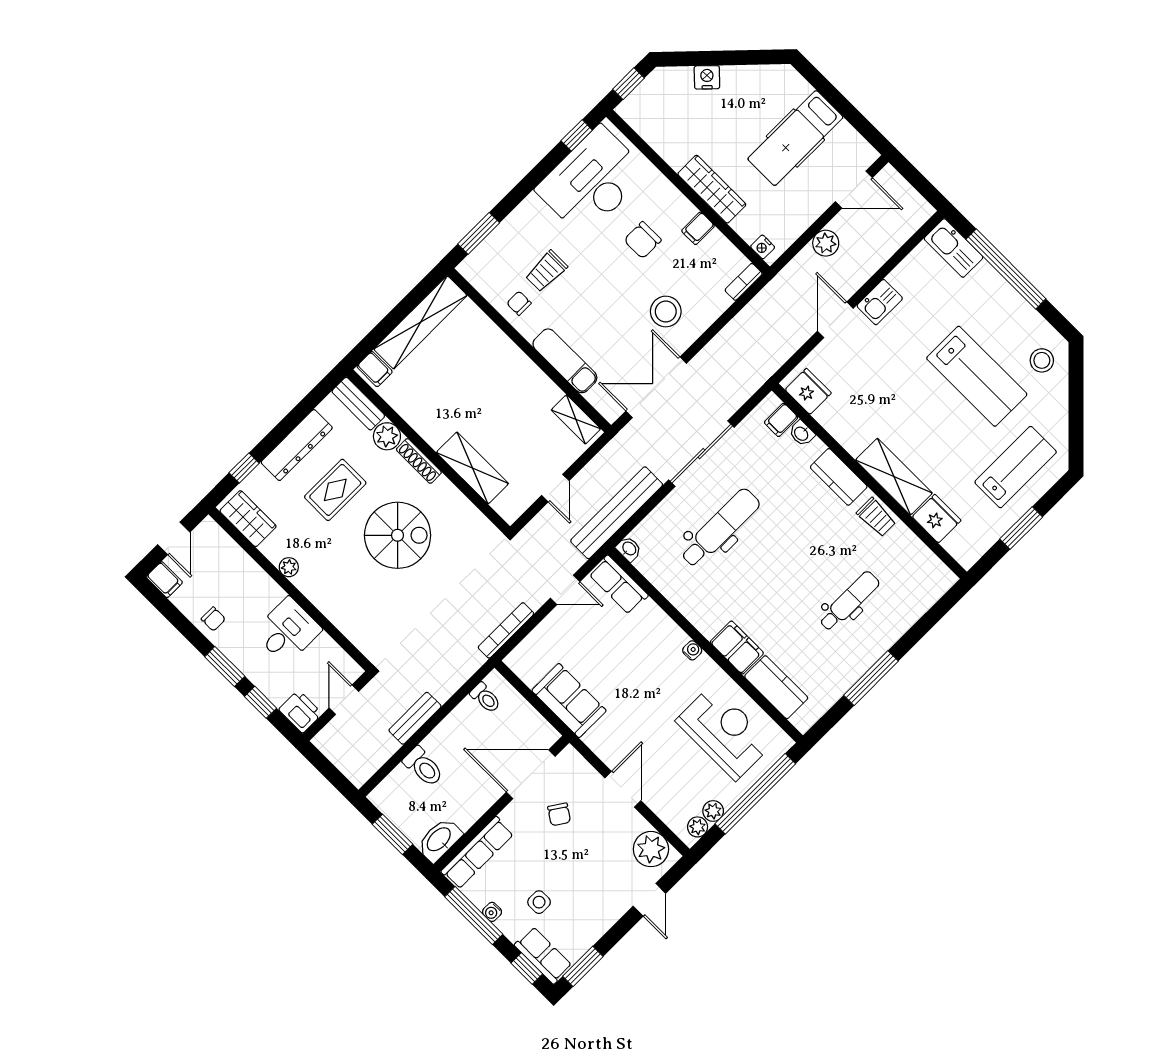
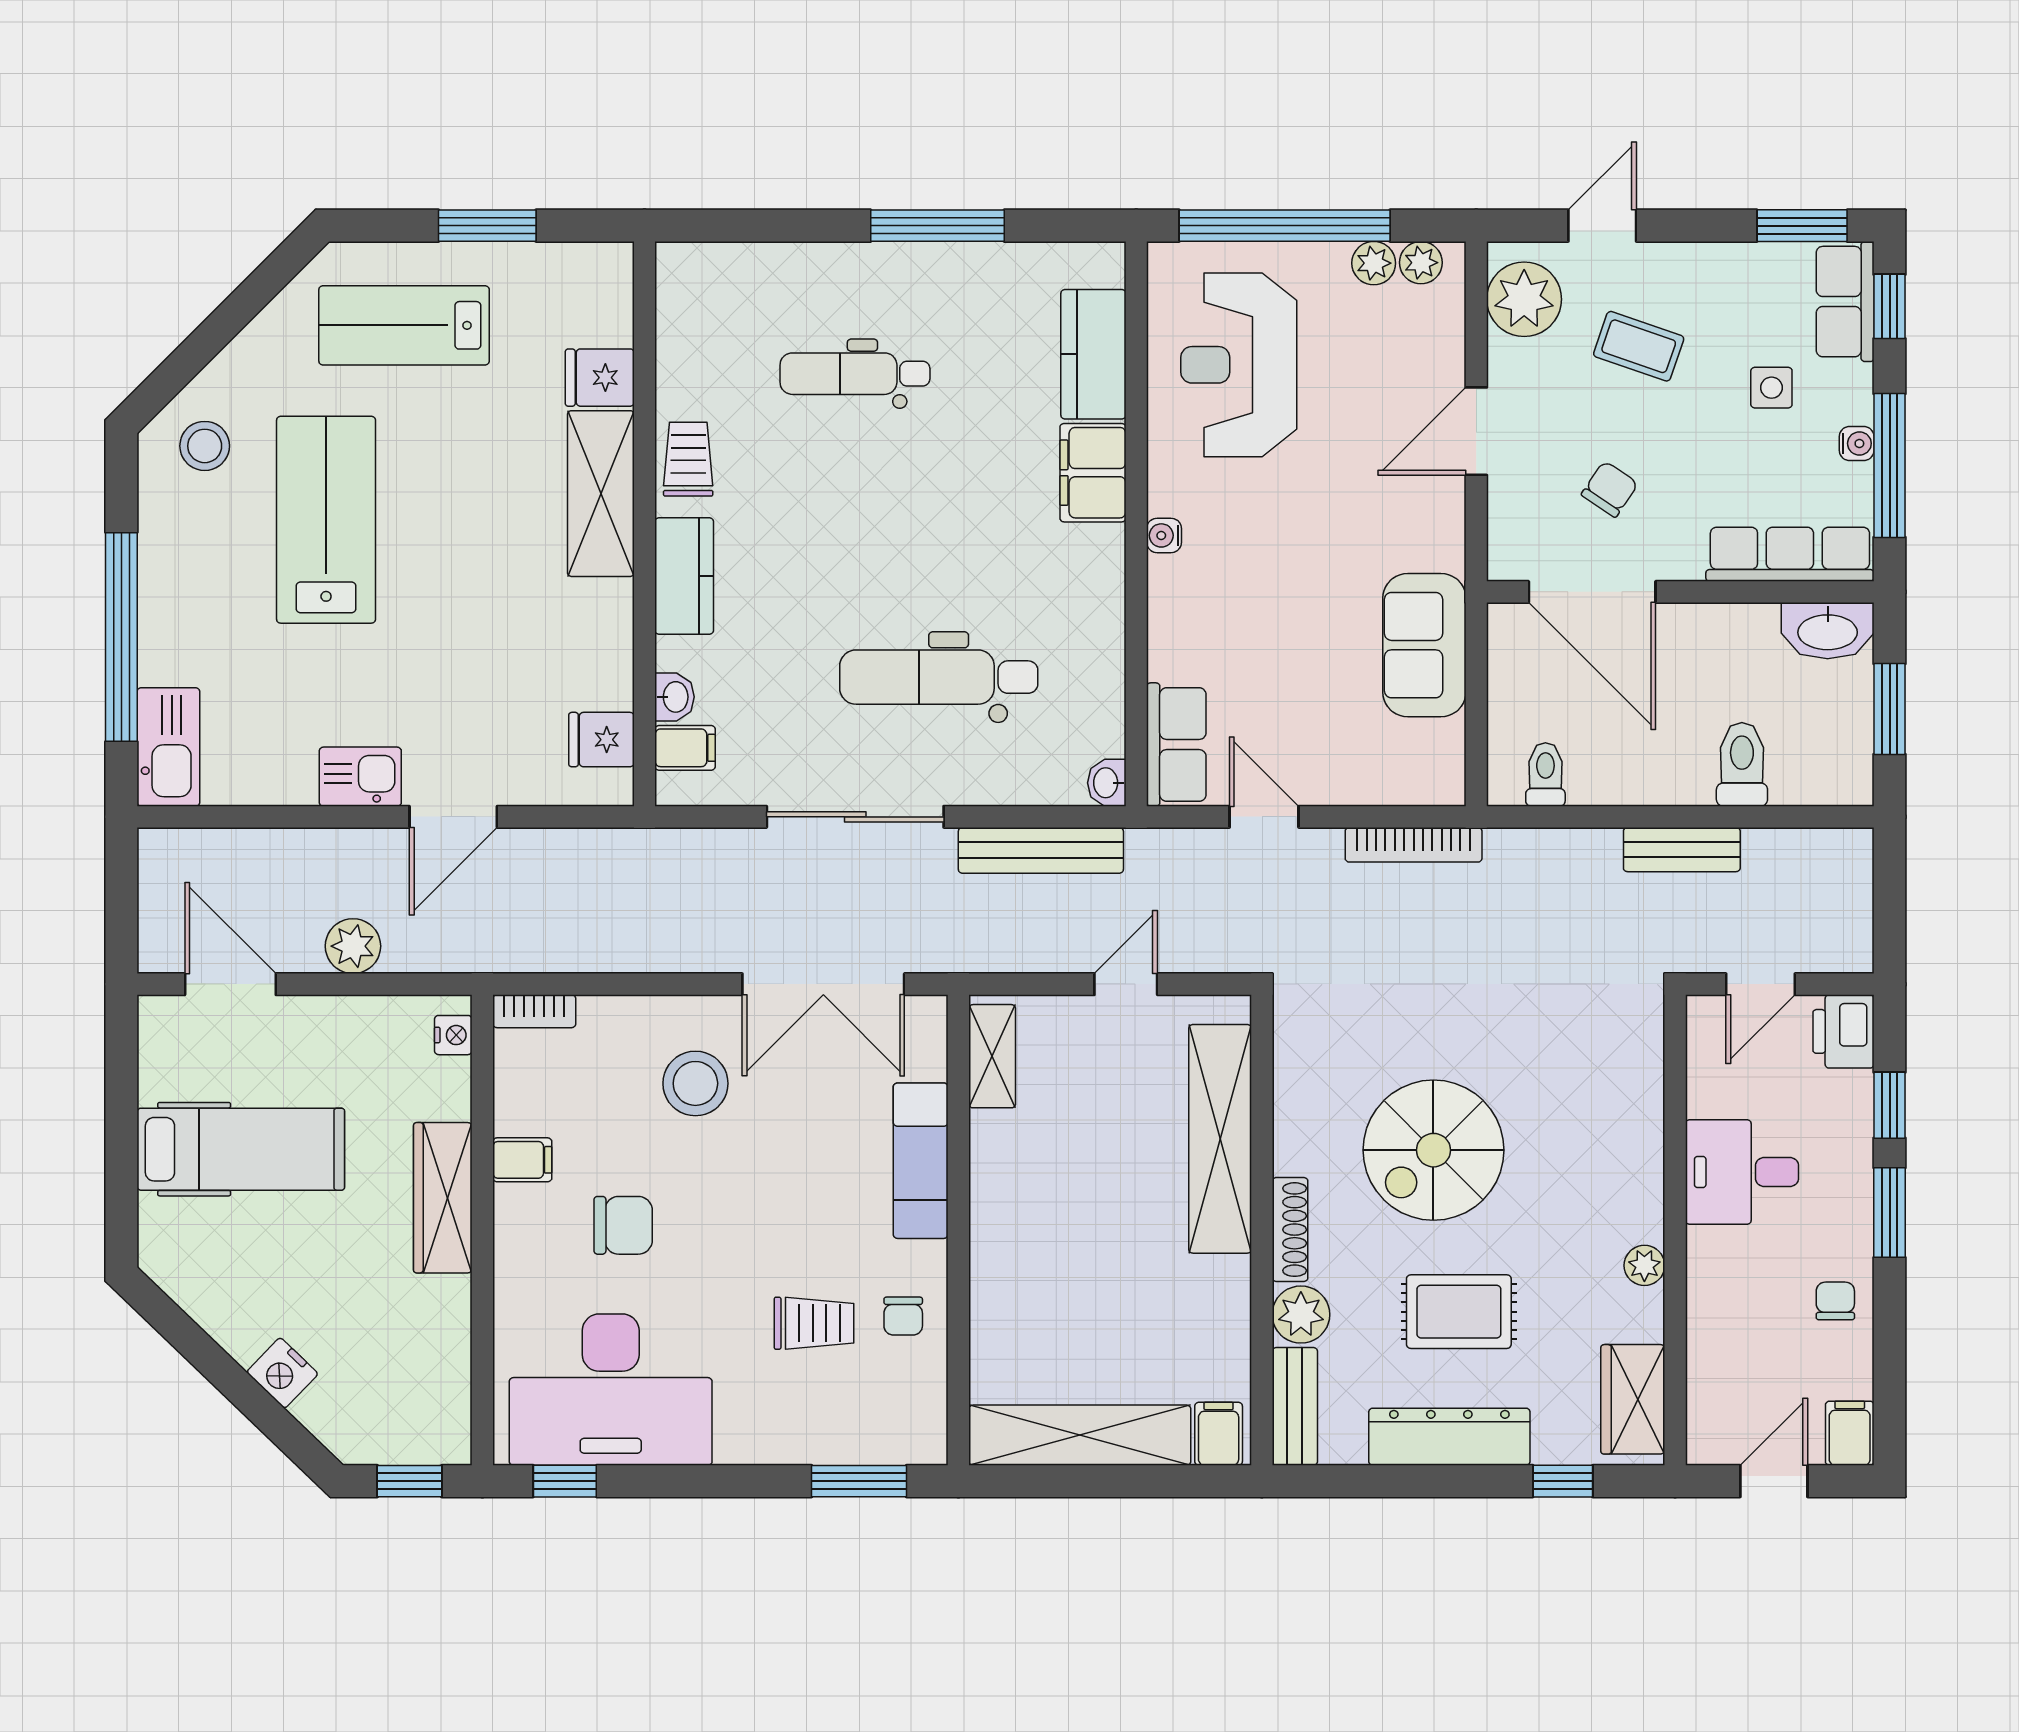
fridge: (808, 391) -> (602, 740), width x0.72
shelving: (472, 468) -> (1220, 1139), width x1.47
bench: (617, 513) -> (1041, 850), width x0.73, depth x0.82
fridge: (937, 519) -> (600, 378), width x0.72
spiral stairs: (398, 535) -> (1433, 1150), turned -90
coffee table: (597, 872) -> (1639, 346), added

